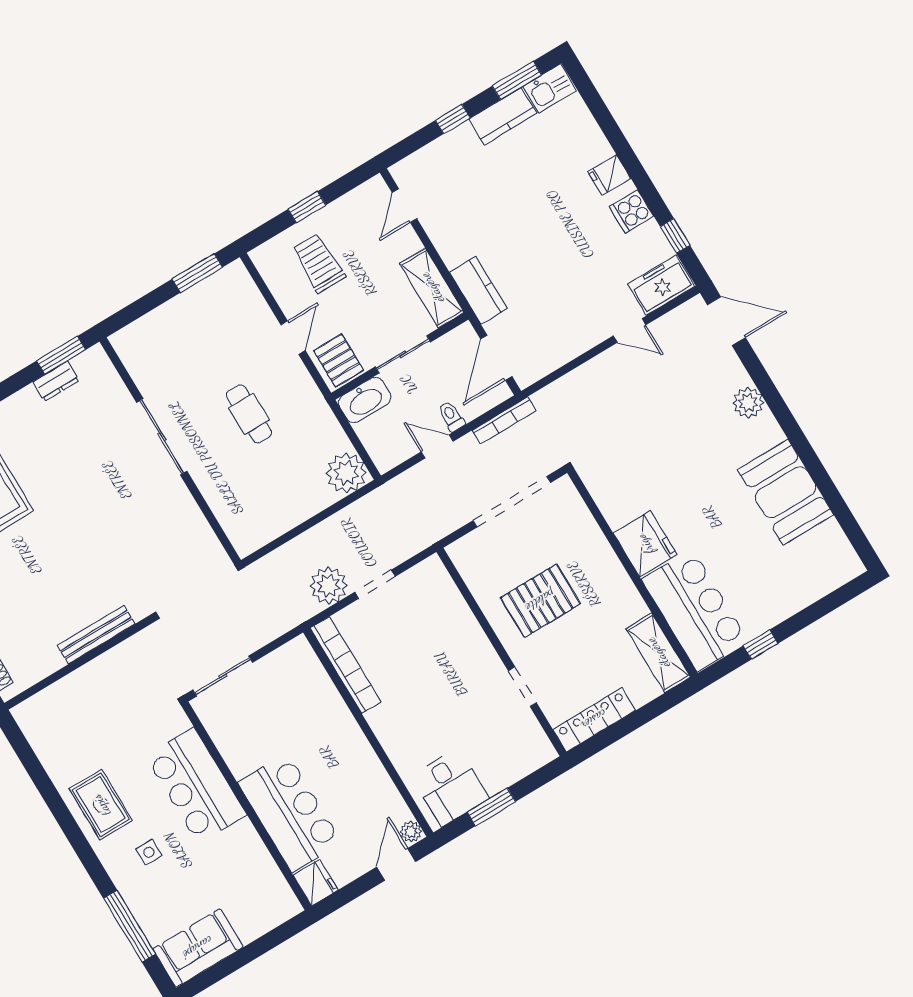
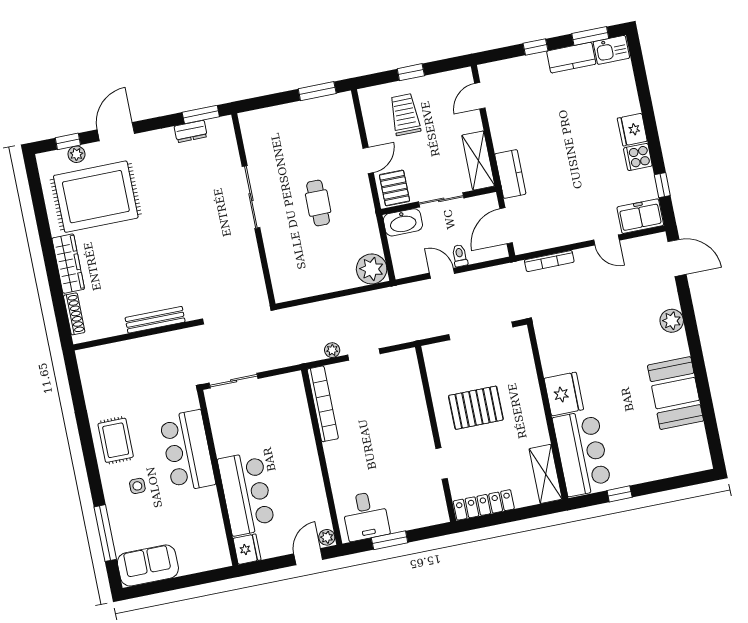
fridge: (609, 175) -> (632, 130), width x1.38
bookcase: (504, 421) -> (549, 261), moved
plant: (329, 586) -> (332, 350), width x0.53, depth x0.53

